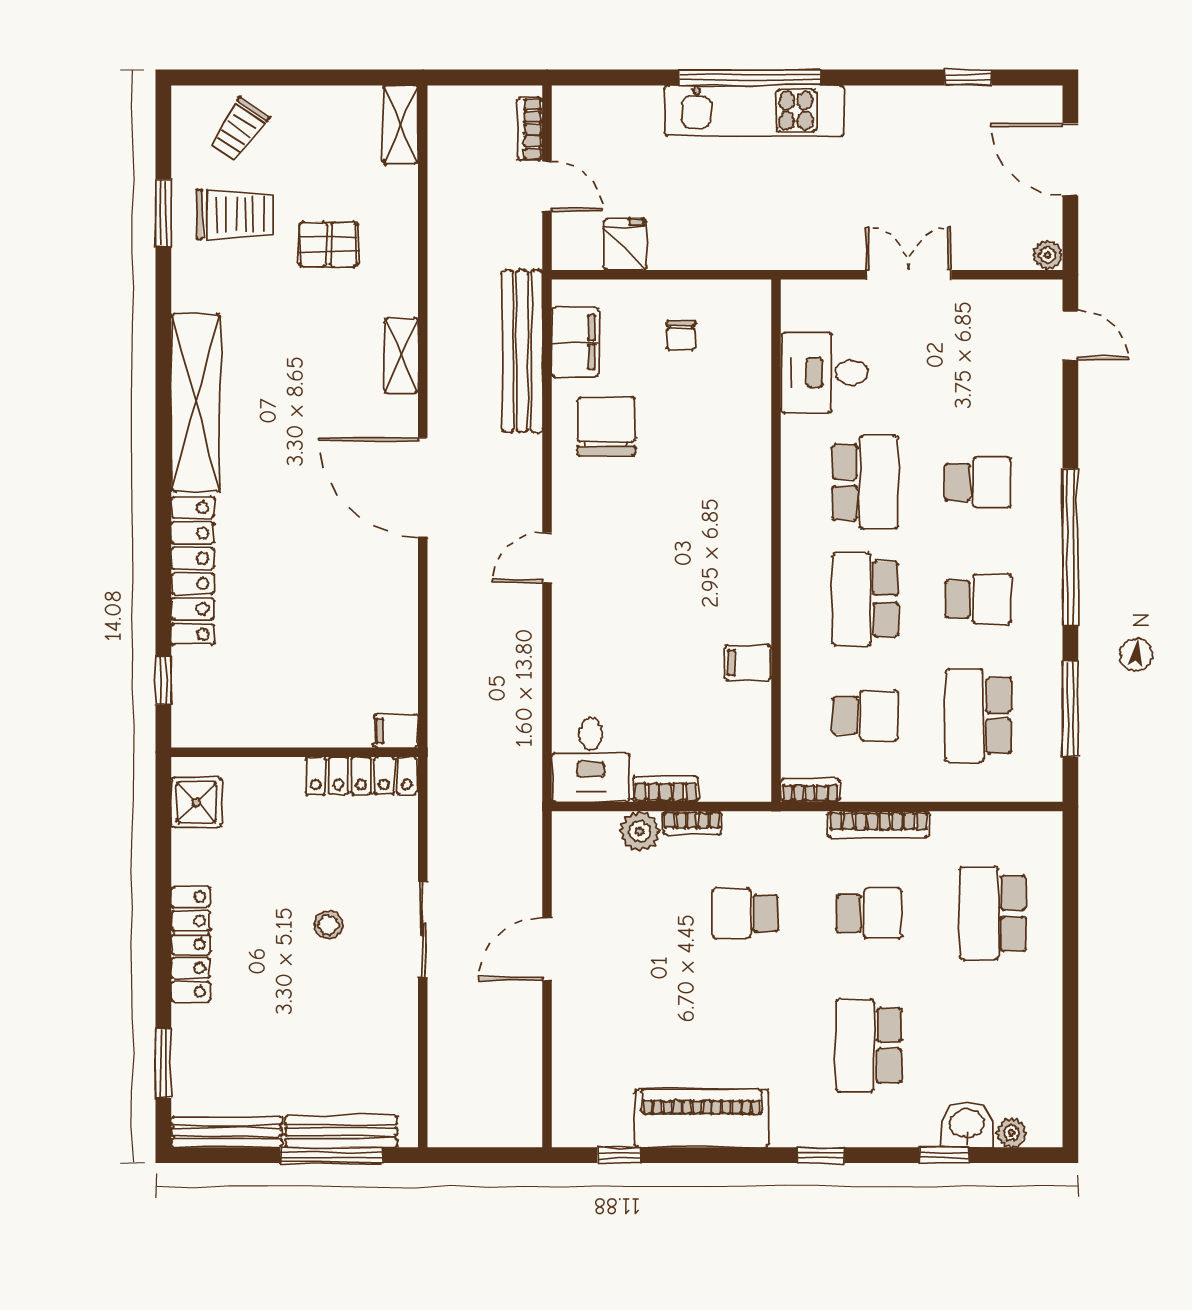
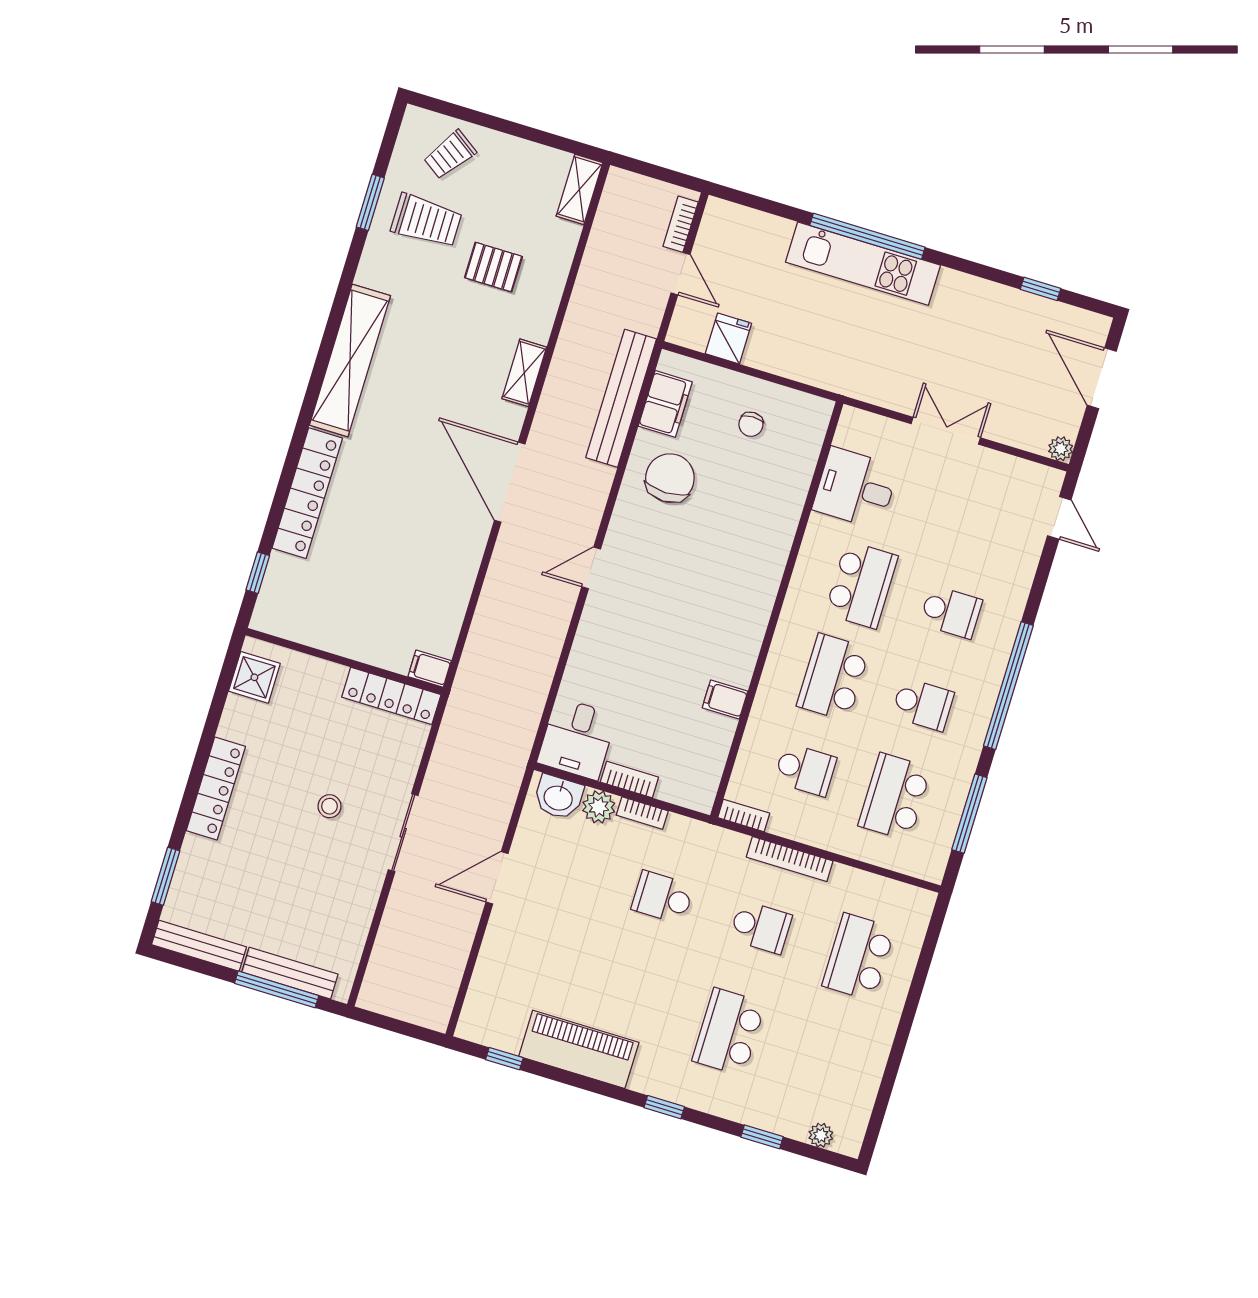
washbasin: (967, 1125) -> (558, 797), moved, turned 180

